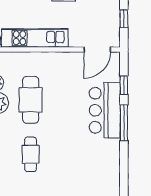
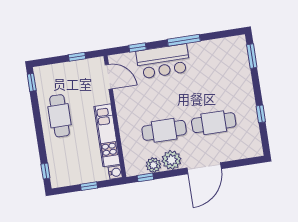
window: (124, 123) -> (184, 40), moved
cafe table: (31, 154) -> (214, 123), width x1.37, depth x1.35

